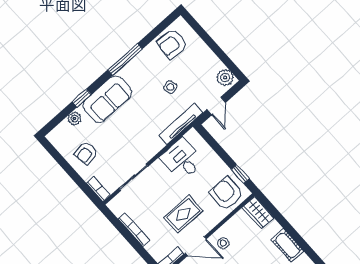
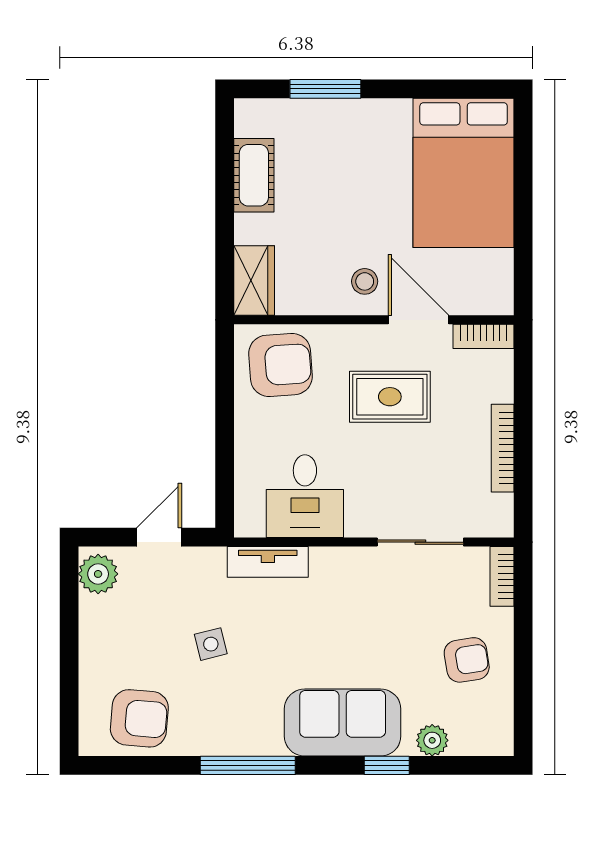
tv unit: (181, 124) -> (268, 562), width x0.71
window: (240, 174) -> (225, 378), removed
armchair: (226, 194) -> (281, 365), turned -94

